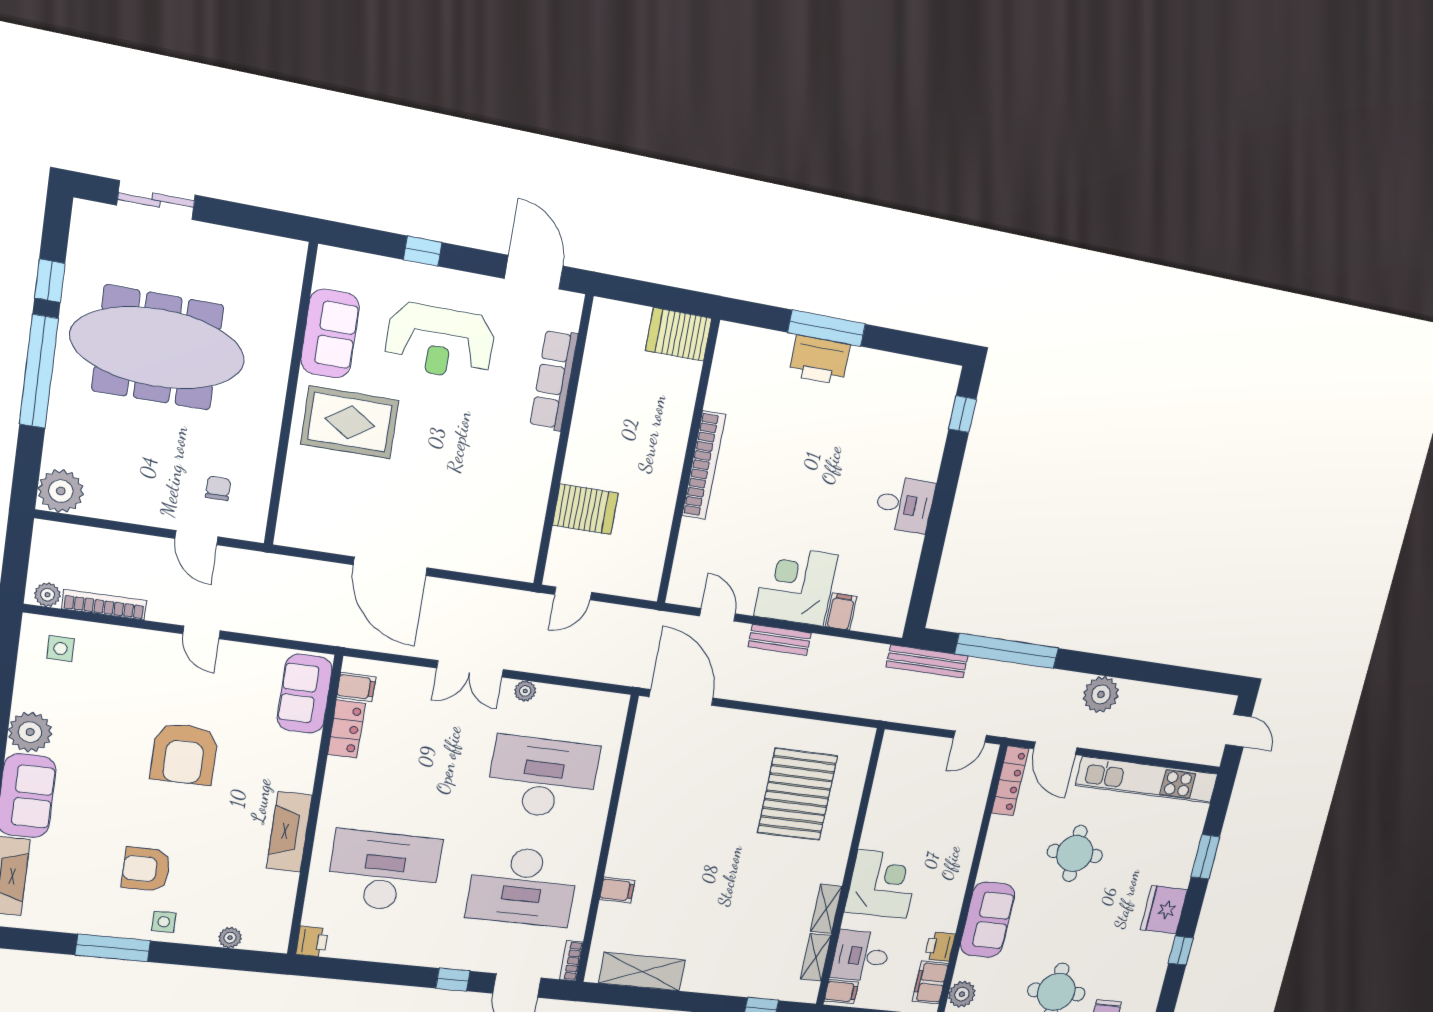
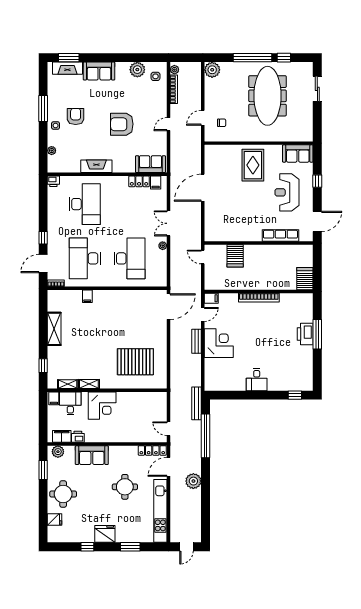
sofa: (330, 334) -> (298, 154), moved
filing cabinet: (841, 612) -> (211, 298), moved
plant: (30, 732) -> (137, 70), moved
shelving: (642, 971) -> (54, 329), moved

